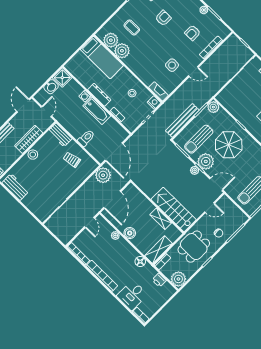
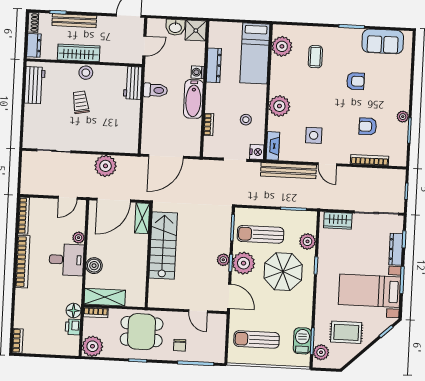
plant: (122, 51) -> (279, 106), moved
wardrobe: (228, 92) -> (338, 221), added
dresser: (99, 95) -> (214, 65), moved
plant: (213, 107) -> (307, 241), moved
bench: (182, 120) -> (288, 171), moved
toilet: (86, 138) -> (155, 90), moved
wardrobe: (29, 139) -> (79, 53), moved
trolley: (72, 160) -> (81, 102), moved
plant: (103, 175) -> (105, 166), moved
stairs: (174, 209) -> (163, 246), moved
shelving: (161, 219) -> (142, 218), moved
boiler: (130, 233) -> (94, 266), moved
floor lamp: (140, 262) -> (74, 311), moved
desk: (132, 295) -> (66, 260), moved, turned 180

